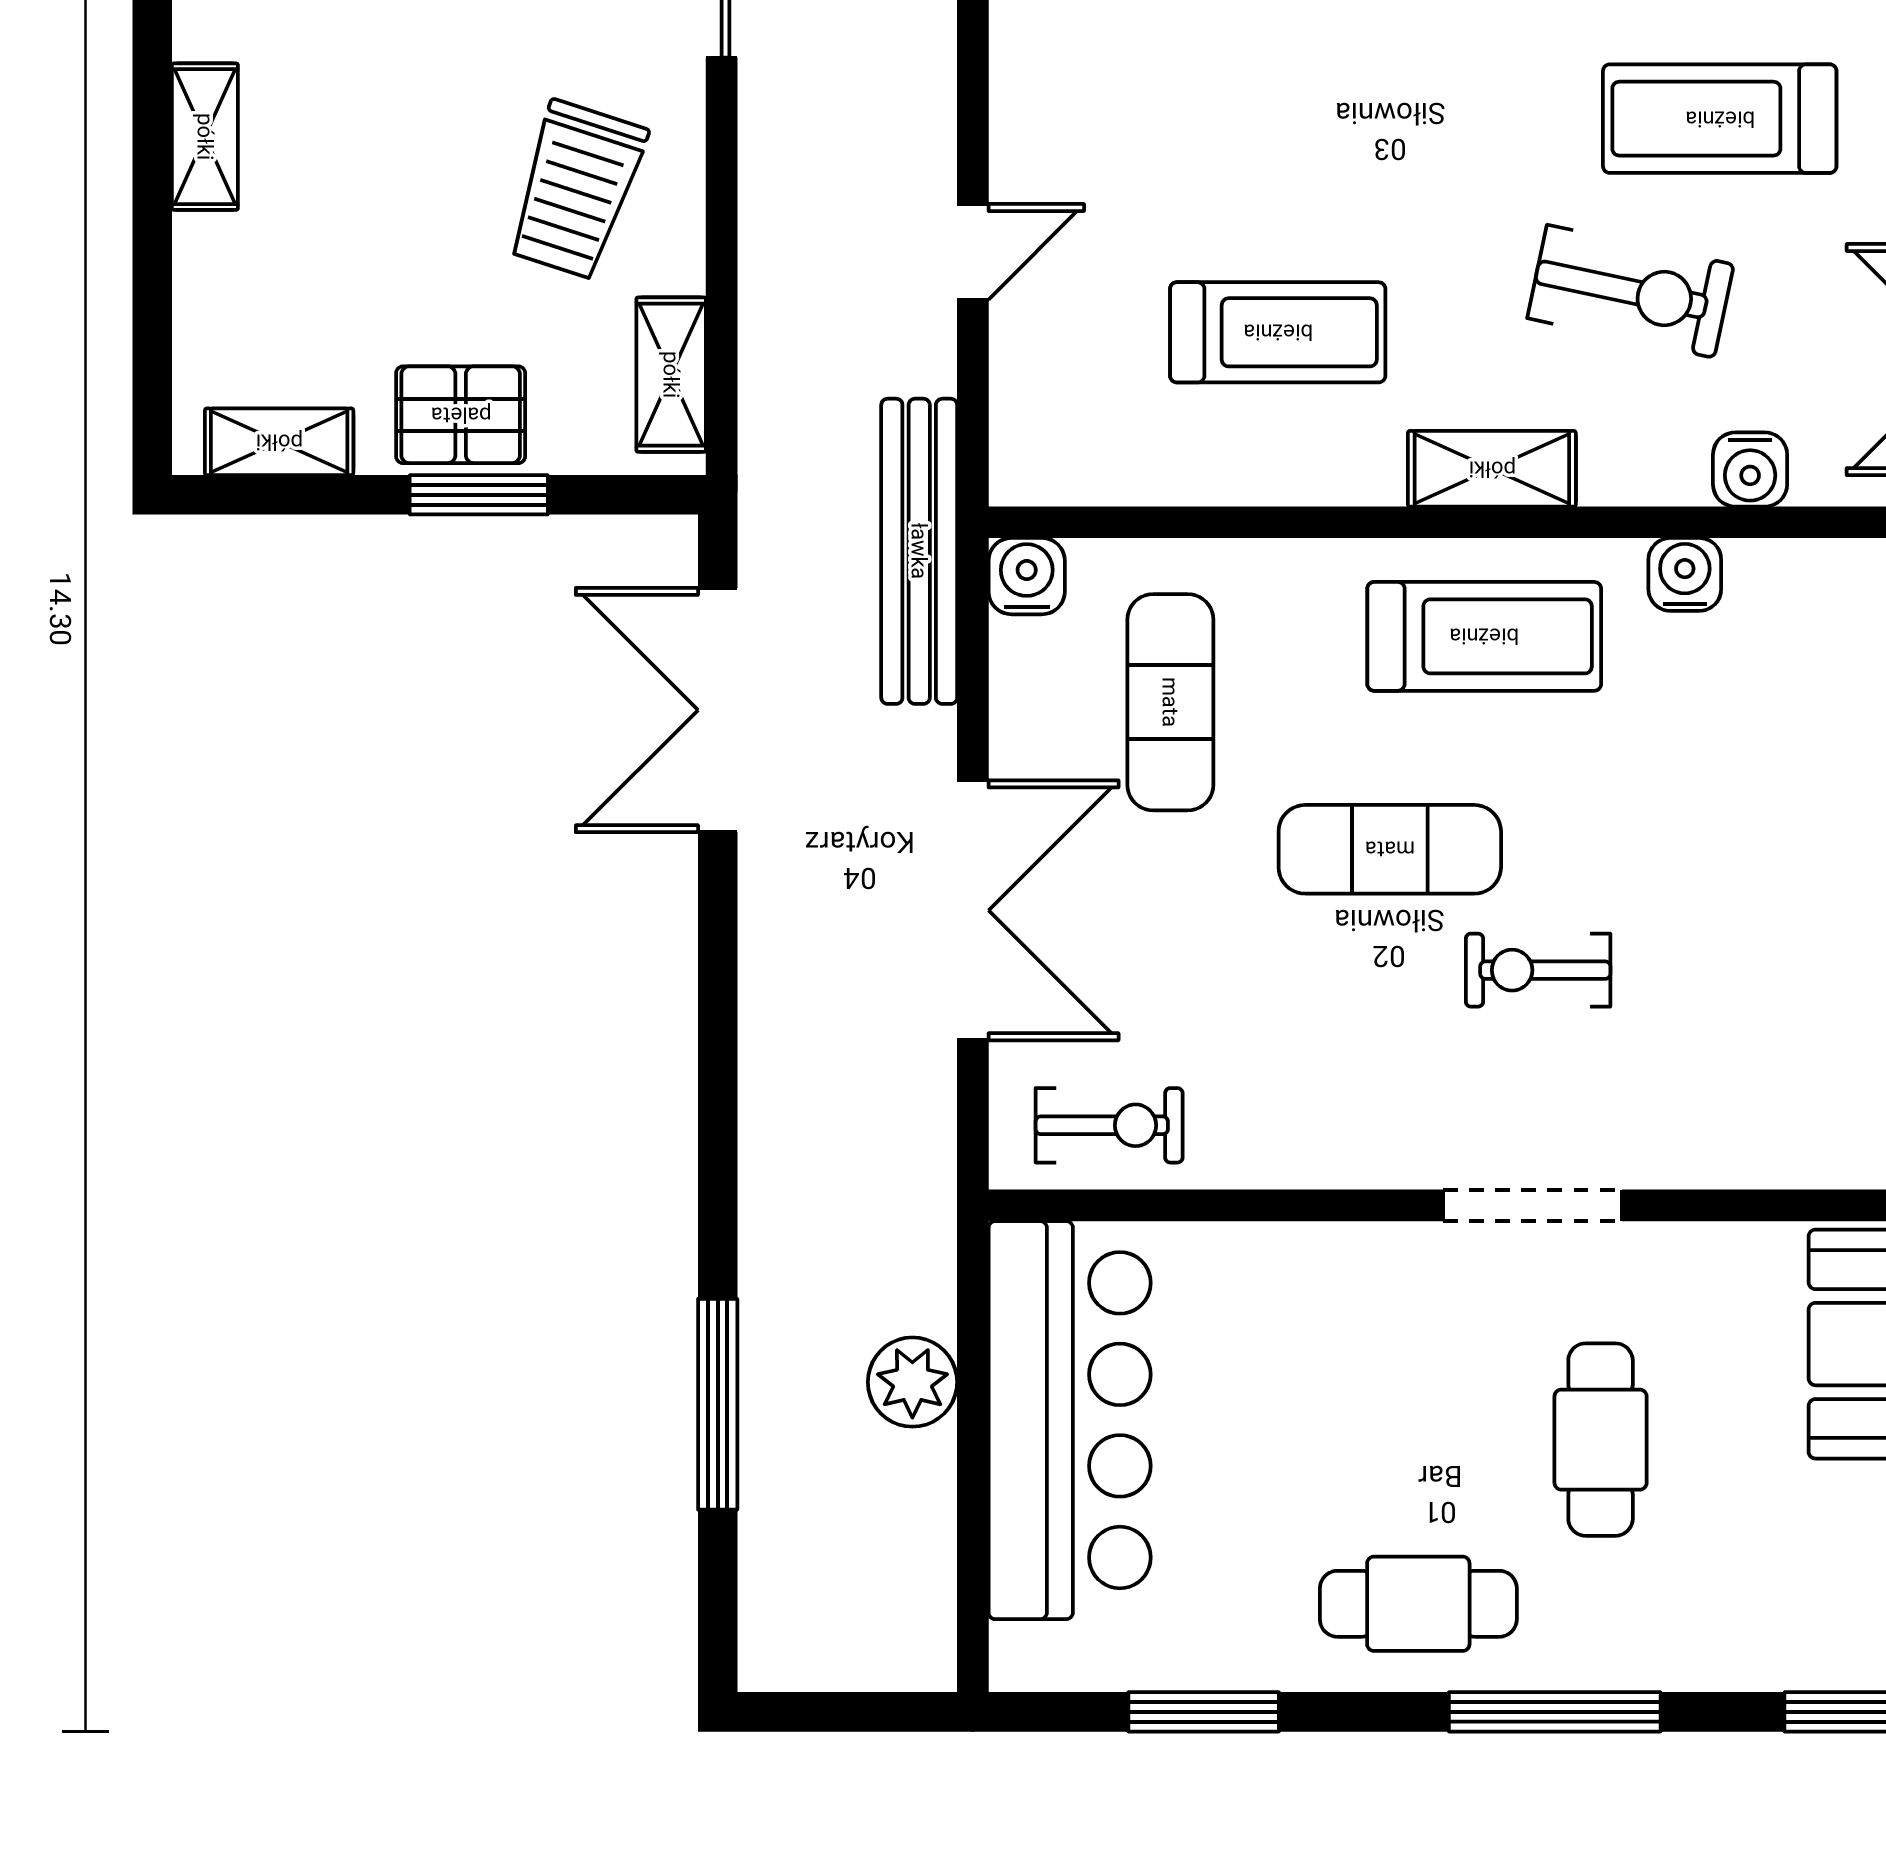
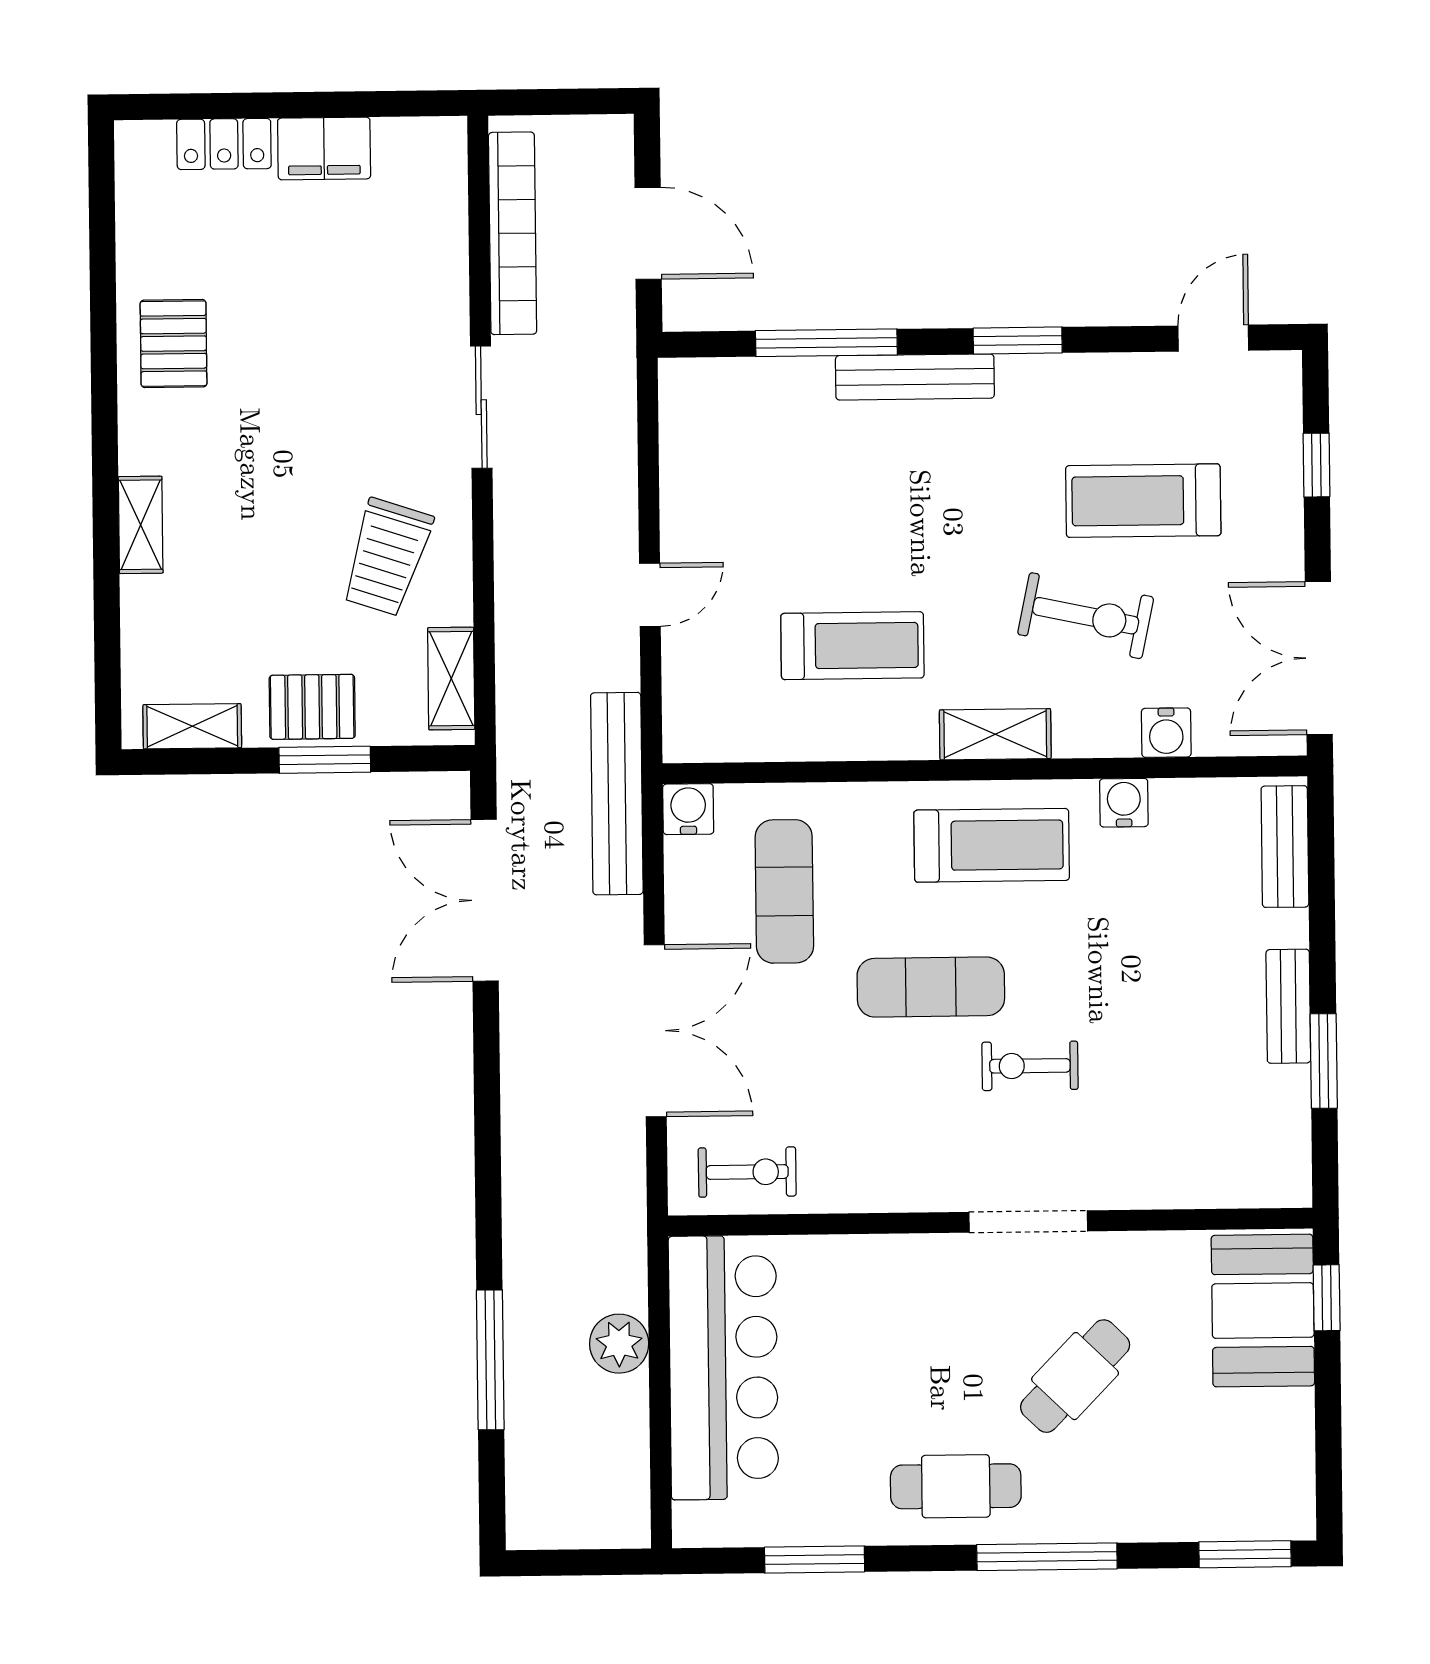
cafe table: (1601, 1440) -> (1075, 1376), turned 44

